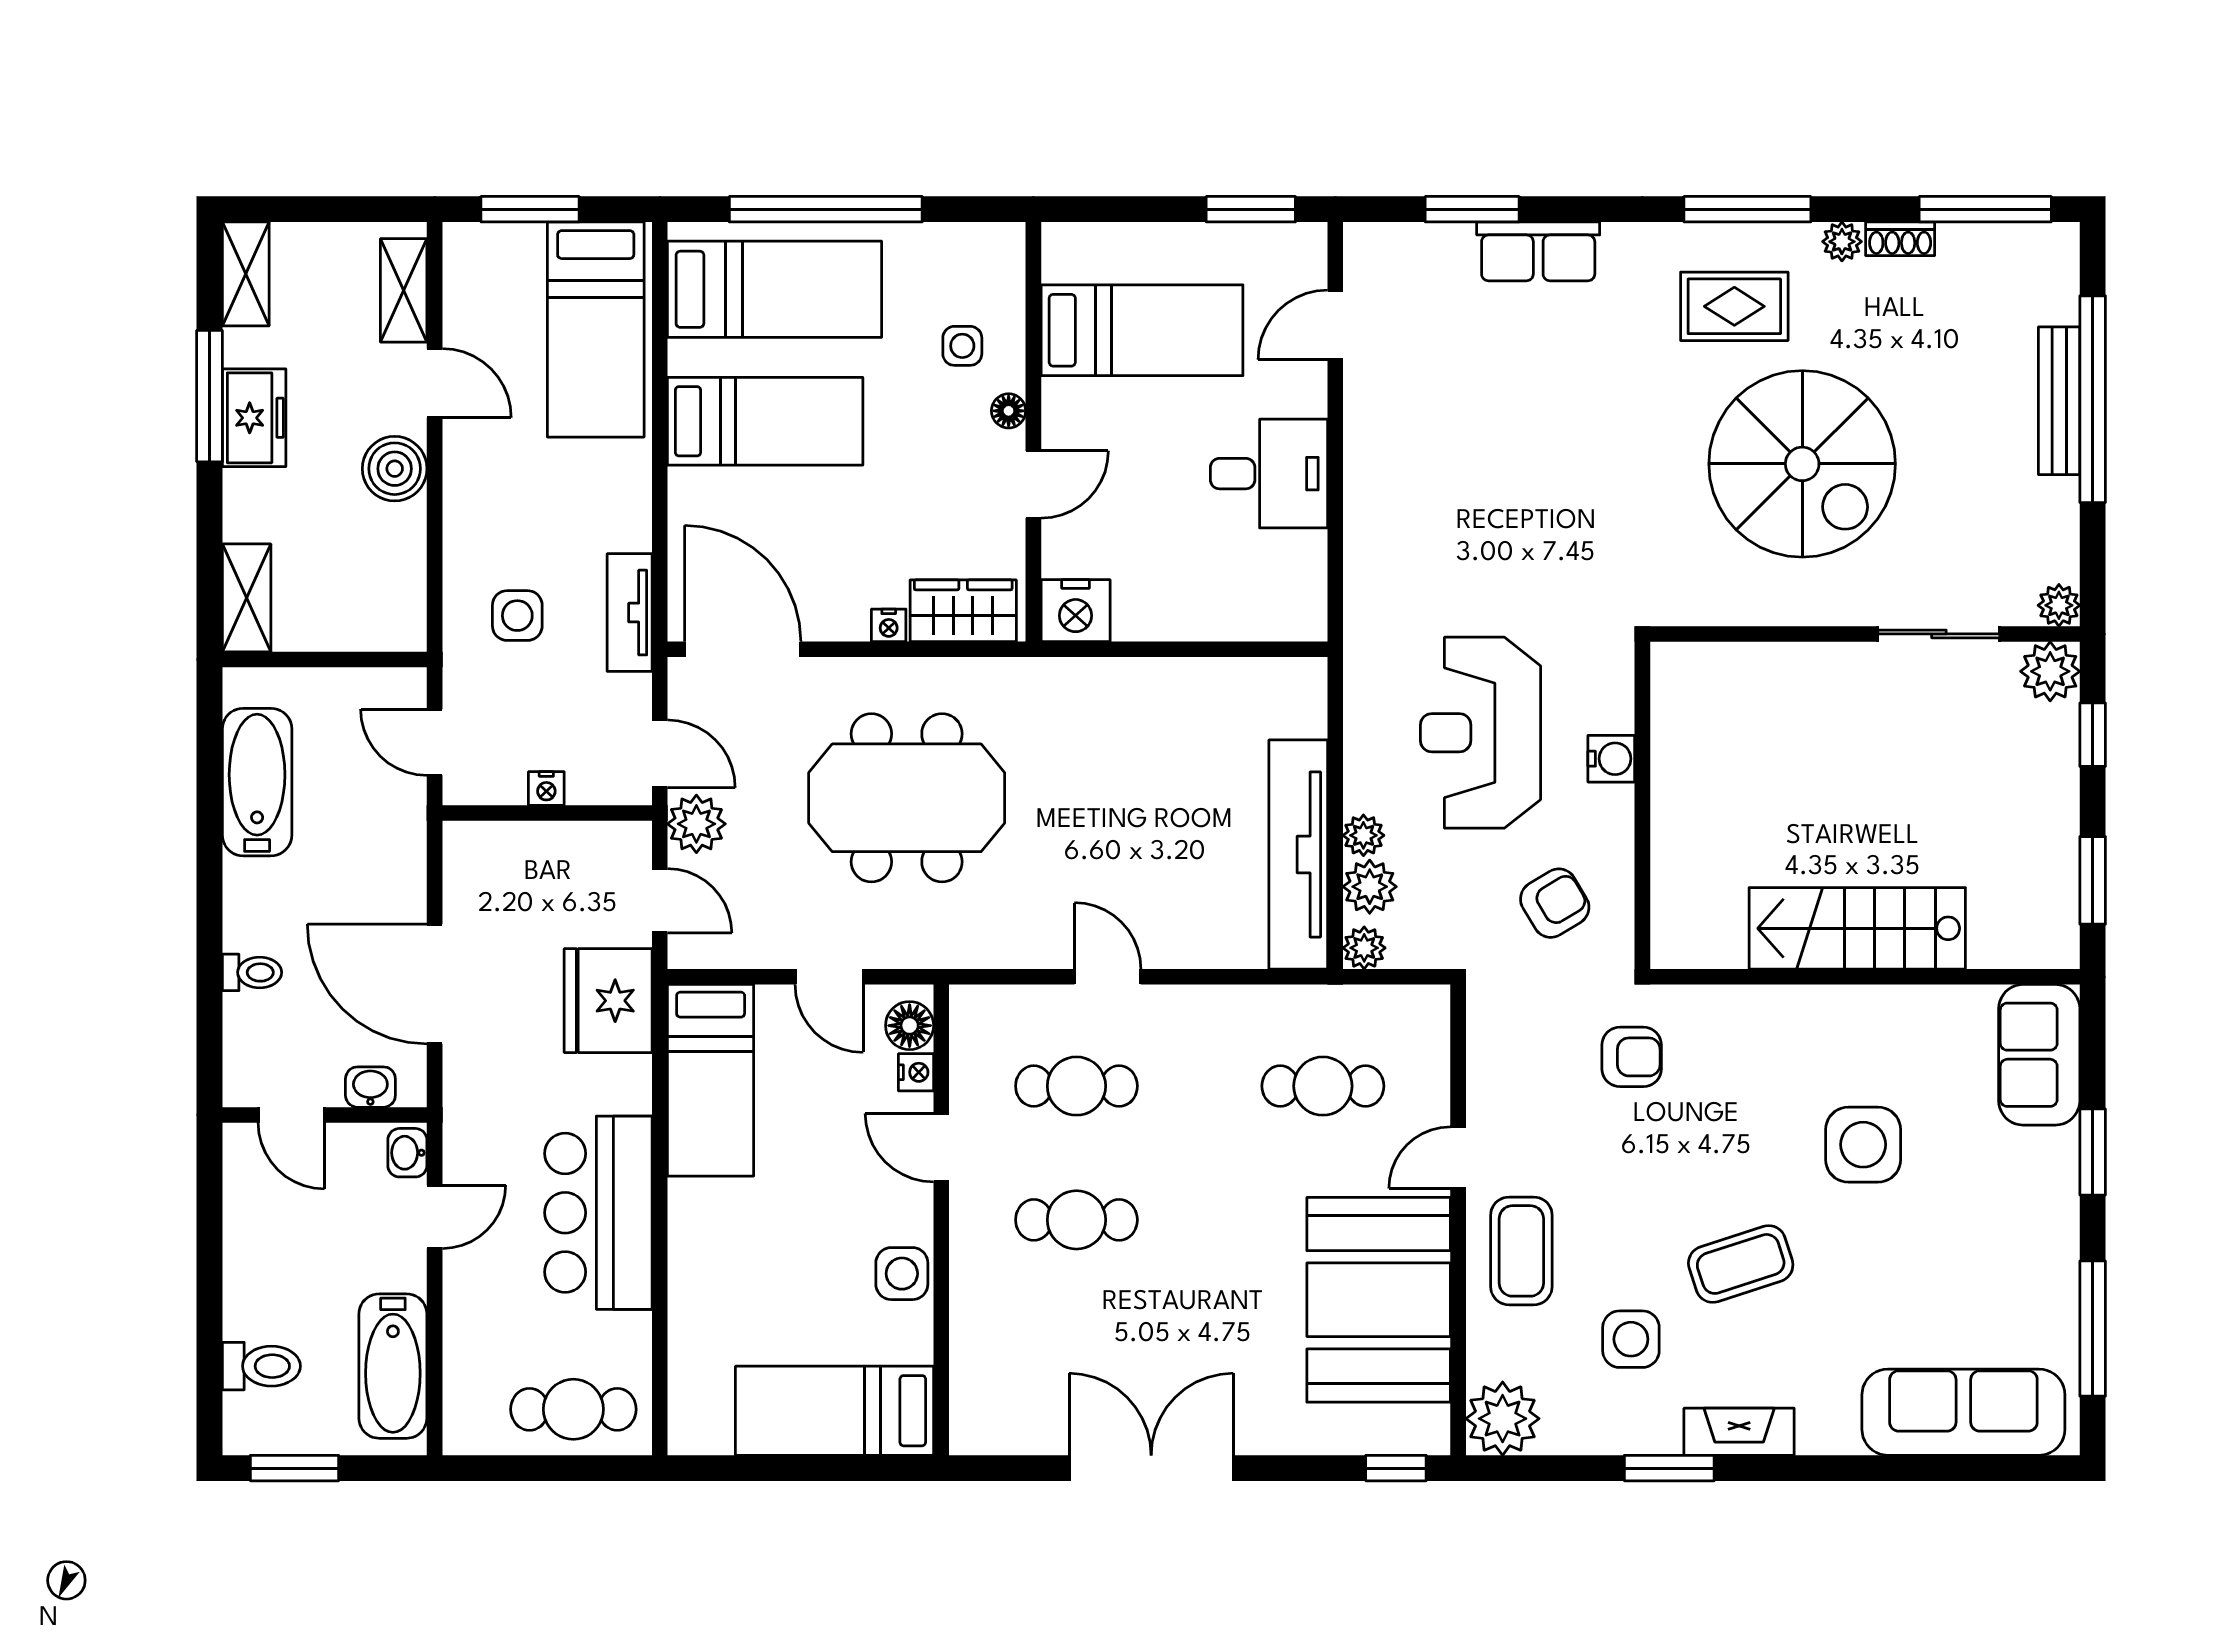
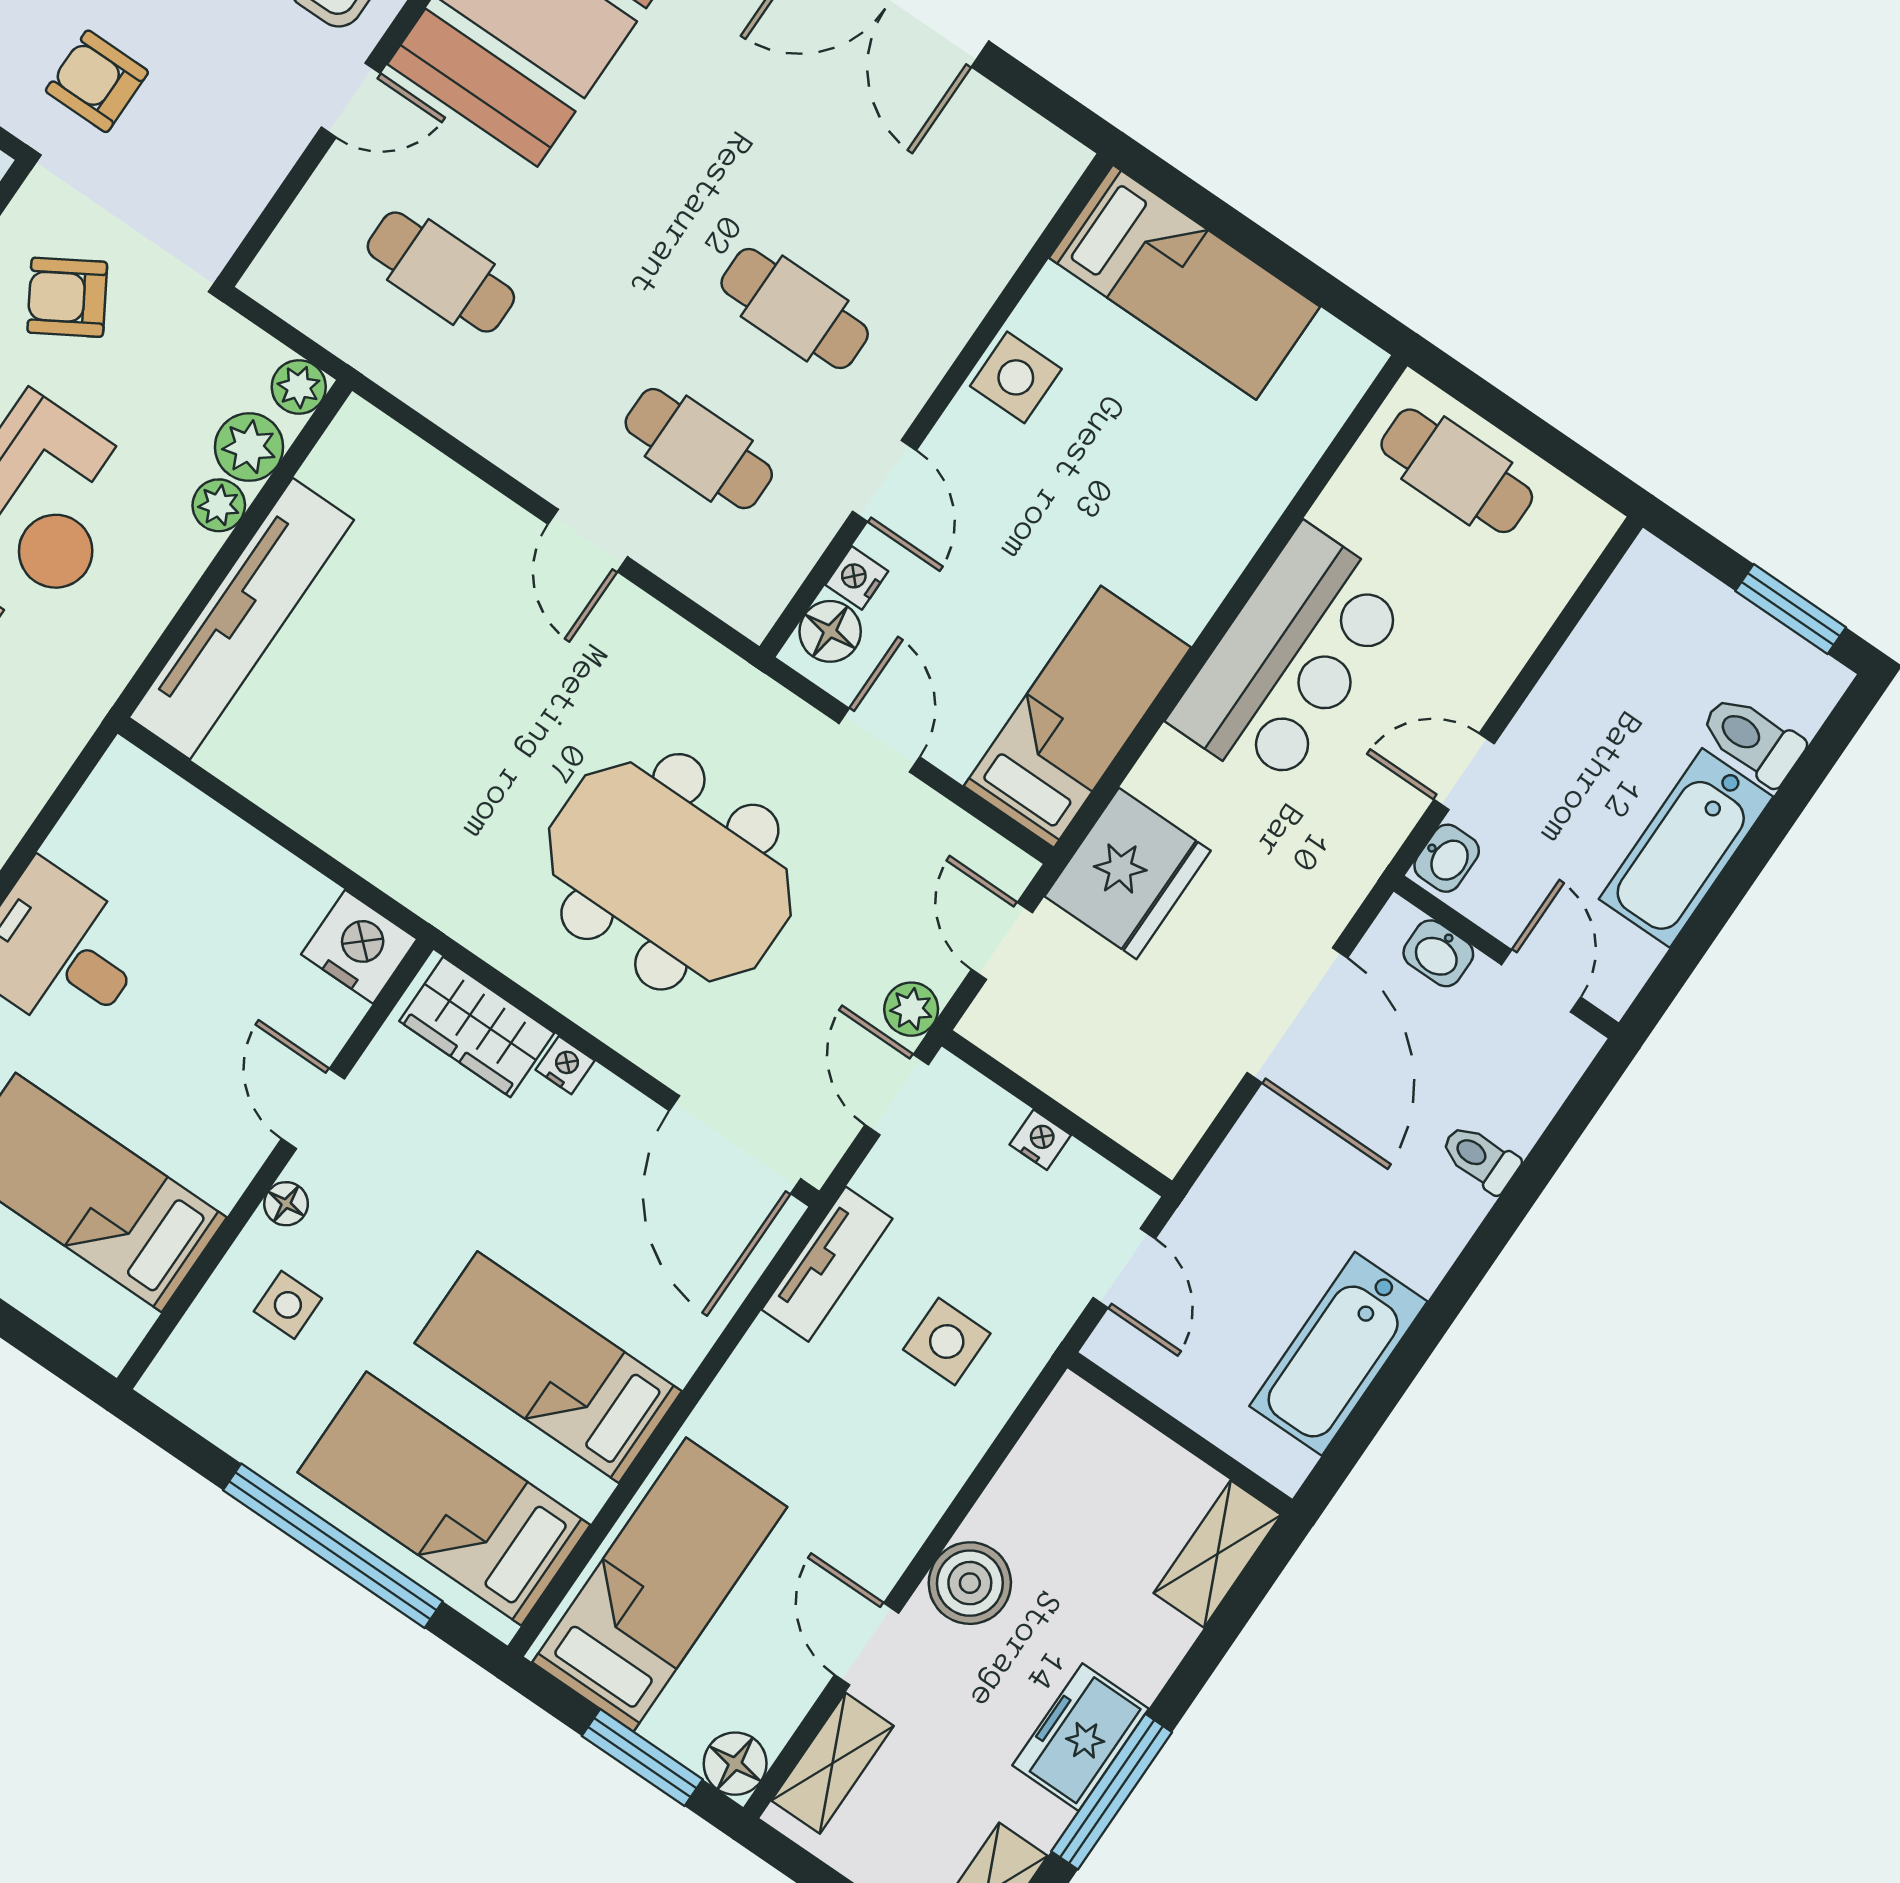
floor lamp: (467, 247) -> (735, 1764), added
door: (1033, 485) -> (313, 1109), hinge flipped
plant: (696, 824) -> (911, 1009), width x0.73, depth x0.73
tv unit: (1298, 855) -> (241, 619), moved
bathtub: (393, 1366) -> (1686, 848), moved, turned 180

